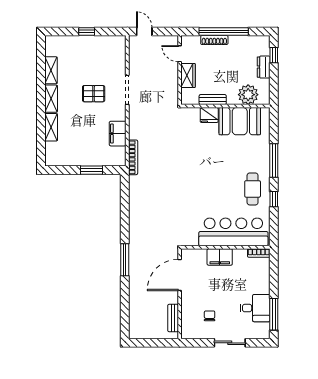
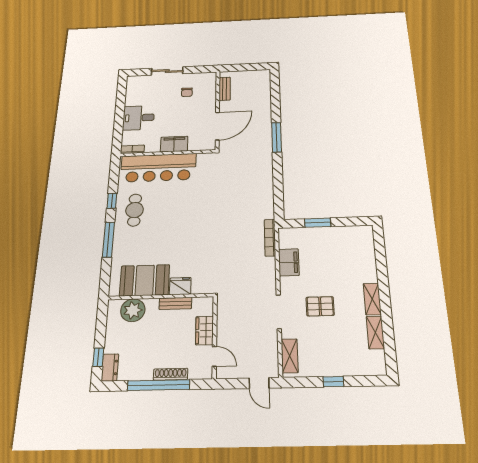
dresser: (264, 67) -> (110, 368), moved
shelving: (51, 127) -> (290, 356), moved
desk: (255, 308) -> (138, 118), moved
window: (274, 314) -> (121, 97), removed

